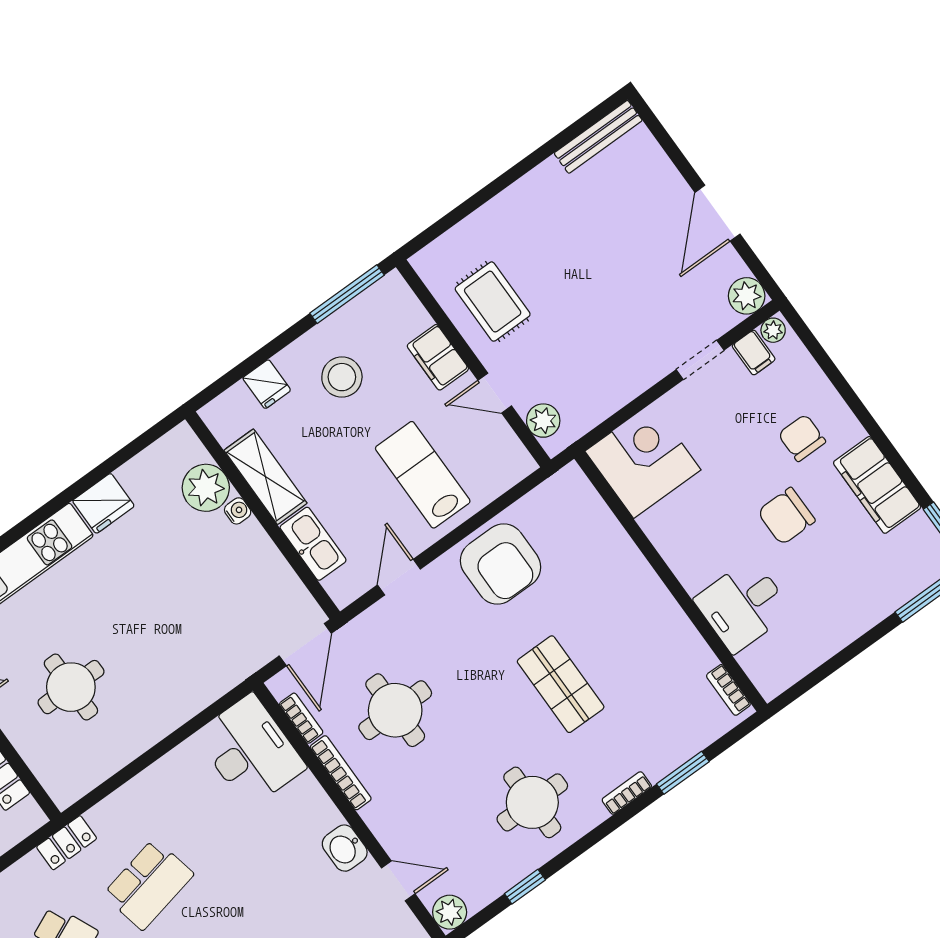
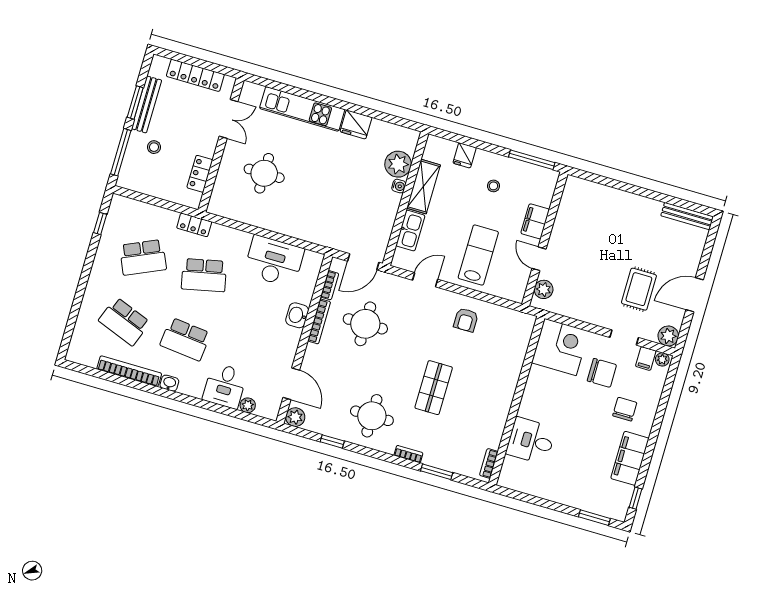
rug: (493, 302) -> (639, 289), moved
stool: (342, 377) -> (494, 186), width x0.53, depth x0.53
chair: (786, 516) -> (602, 373), moved, turned 180
armchair: (501, 564) -> (466, 320), width x0.53, depth x0.53
desk: (250, 751) -> (274, 261), moved, turned -90
washbasin: (345, 848) -> (297, 315), moved
door: (398, 881) -> (291, 384), width x1.38

